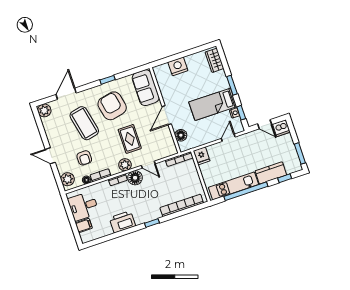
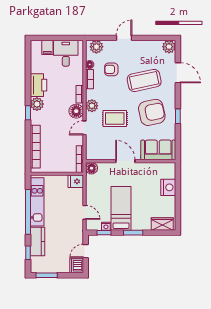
floor lamp: (181, 135) -> (92, 168), moved
plant: (141, 217) -> (37, 104), added

